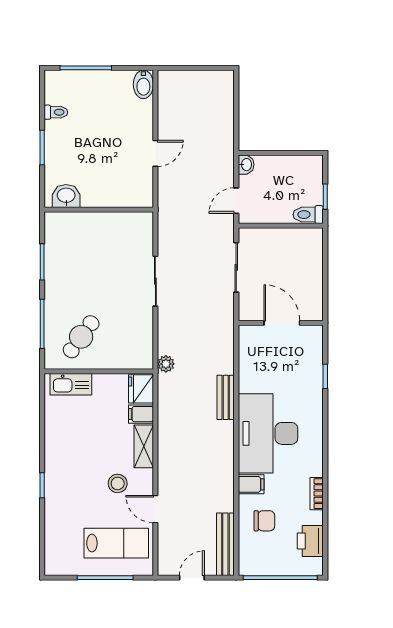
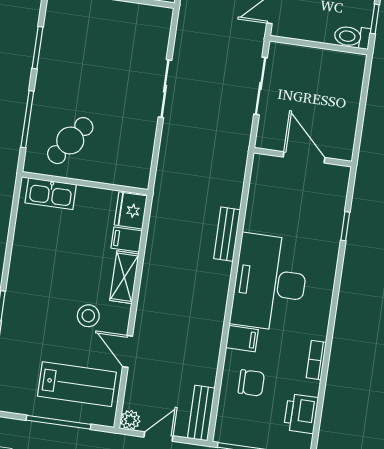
plant: (166, 364) -> (130, 420), moved
bench: (225, 544) -> (201, 413), width x0.73

